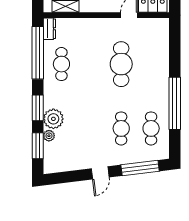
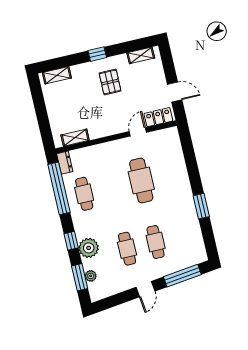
window: (175, 103) -> (201, 206), width x0.47
window: (38, 108) -> (71, 241), width x0.67
cafe table: (151, 128) -> (127, 249), moved
plant: (49, 136) -> (91, 276), moved

